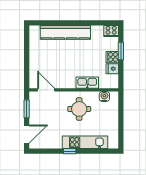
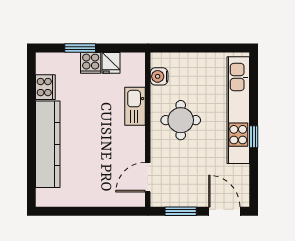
cooker: (111, 31) -> (45, 87), moved
kitchen unit: (85, 142) -> (238, 110), width x1.36

